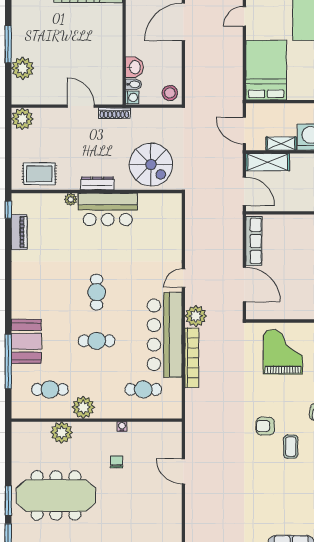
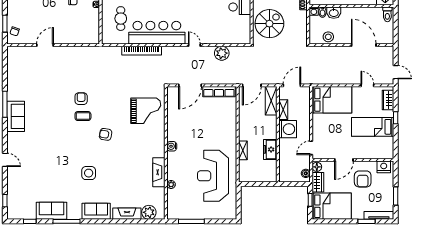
stool: (170, 93) -> (328, 37), moved
spiral stairs: (151, 165) -> (269, 24), turned 180
plant: (196, 316) -> (222, 53), moved
armchair: (265, 426) -> (81, 99), moved
door: (183, 471) -> (45, 45), moved

